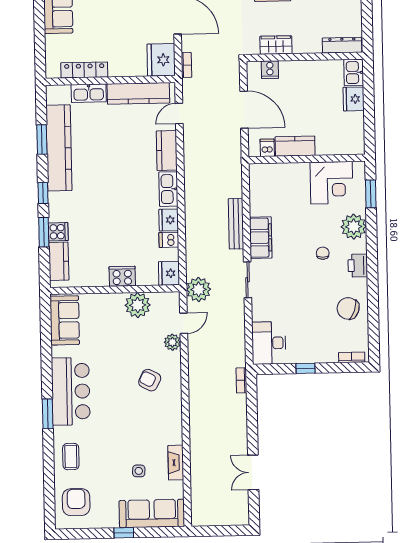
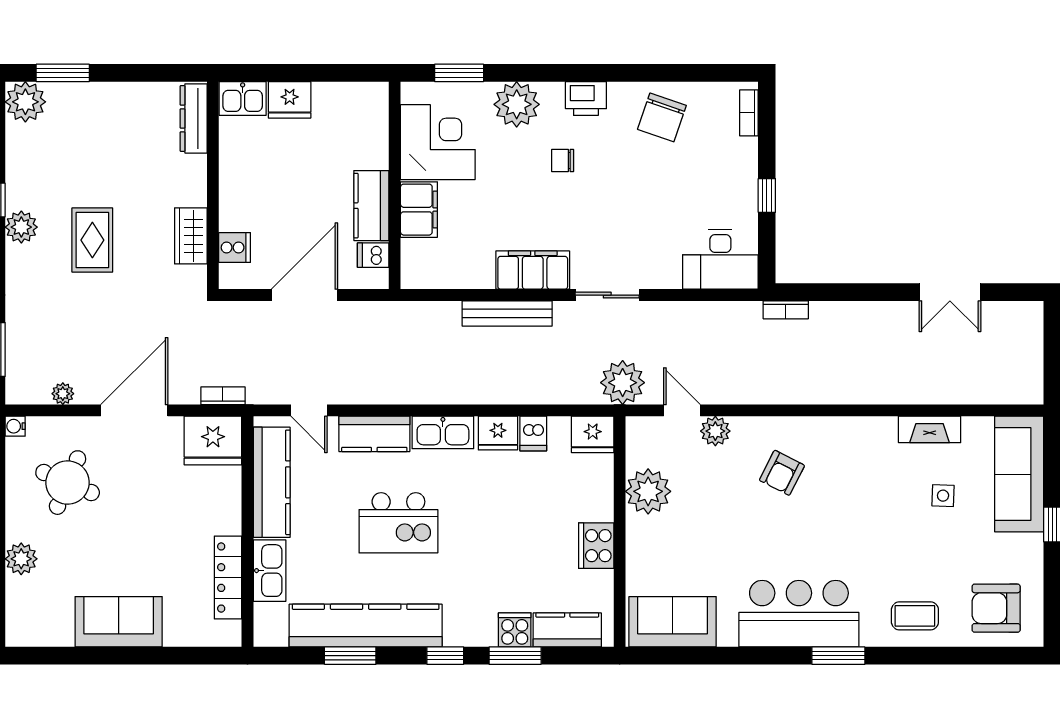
kitchen island: (117, 165) -> (398, 523), added
filing cabinet: (293, 173) -> (419, 210), added
cooker: (122, 276) -> (596, 546), moved

